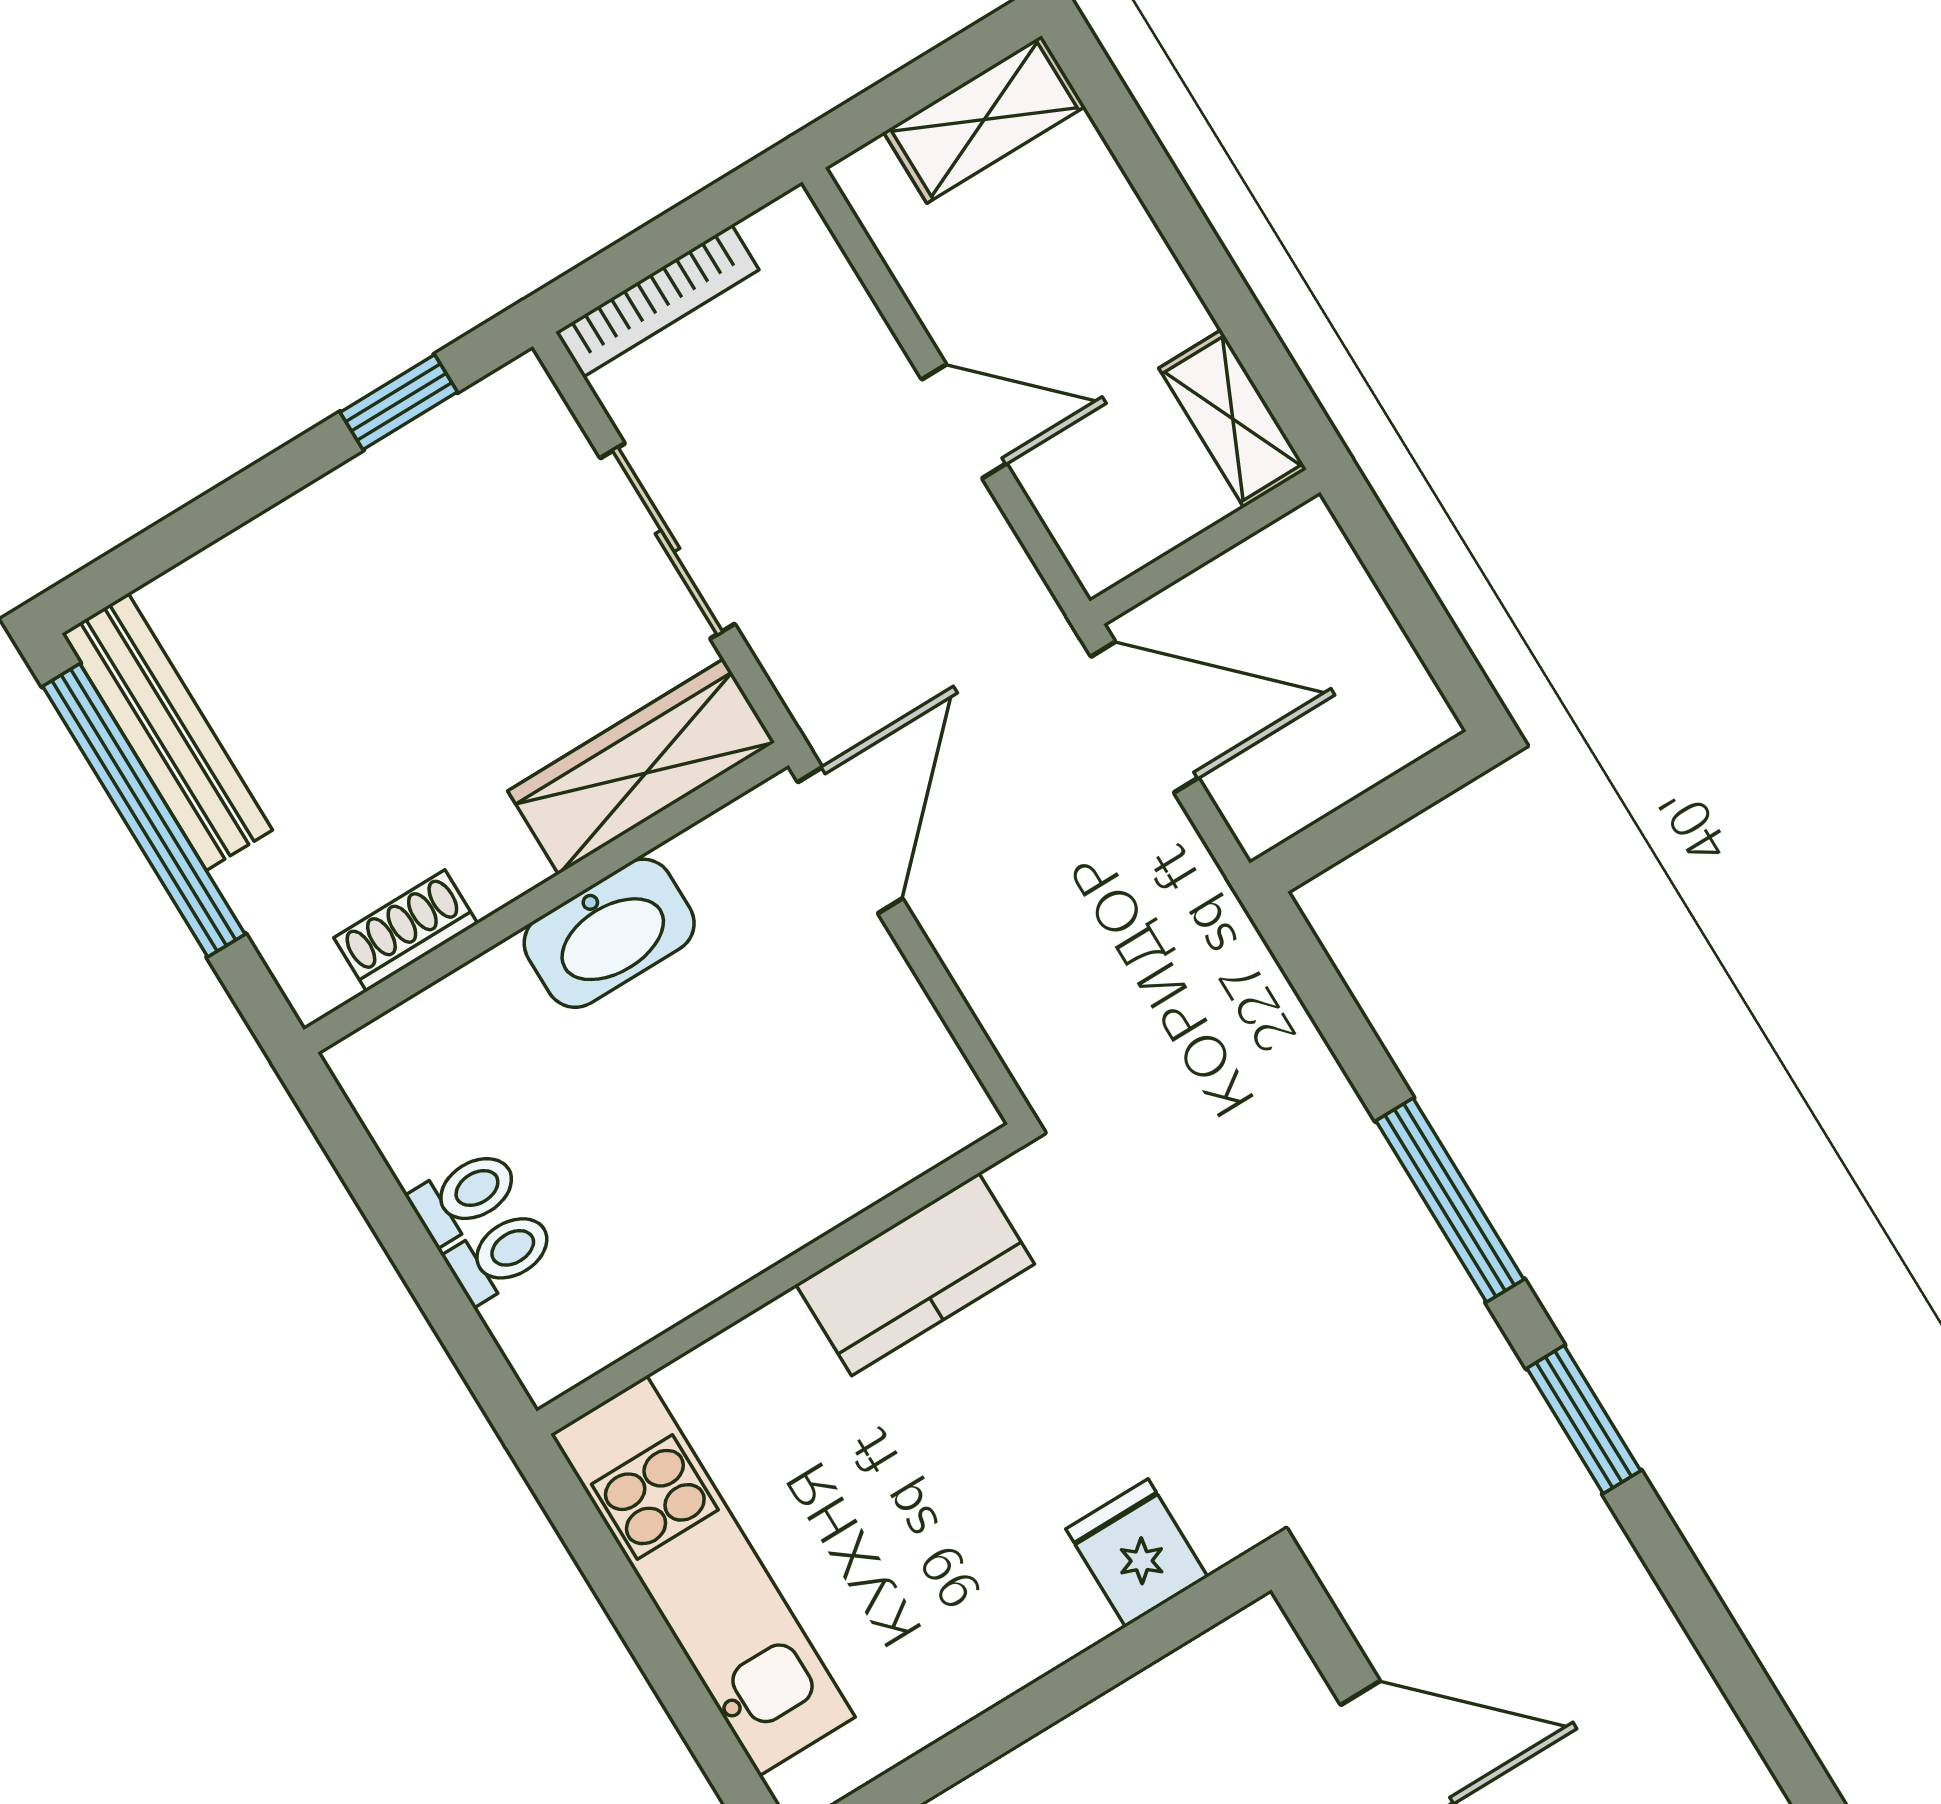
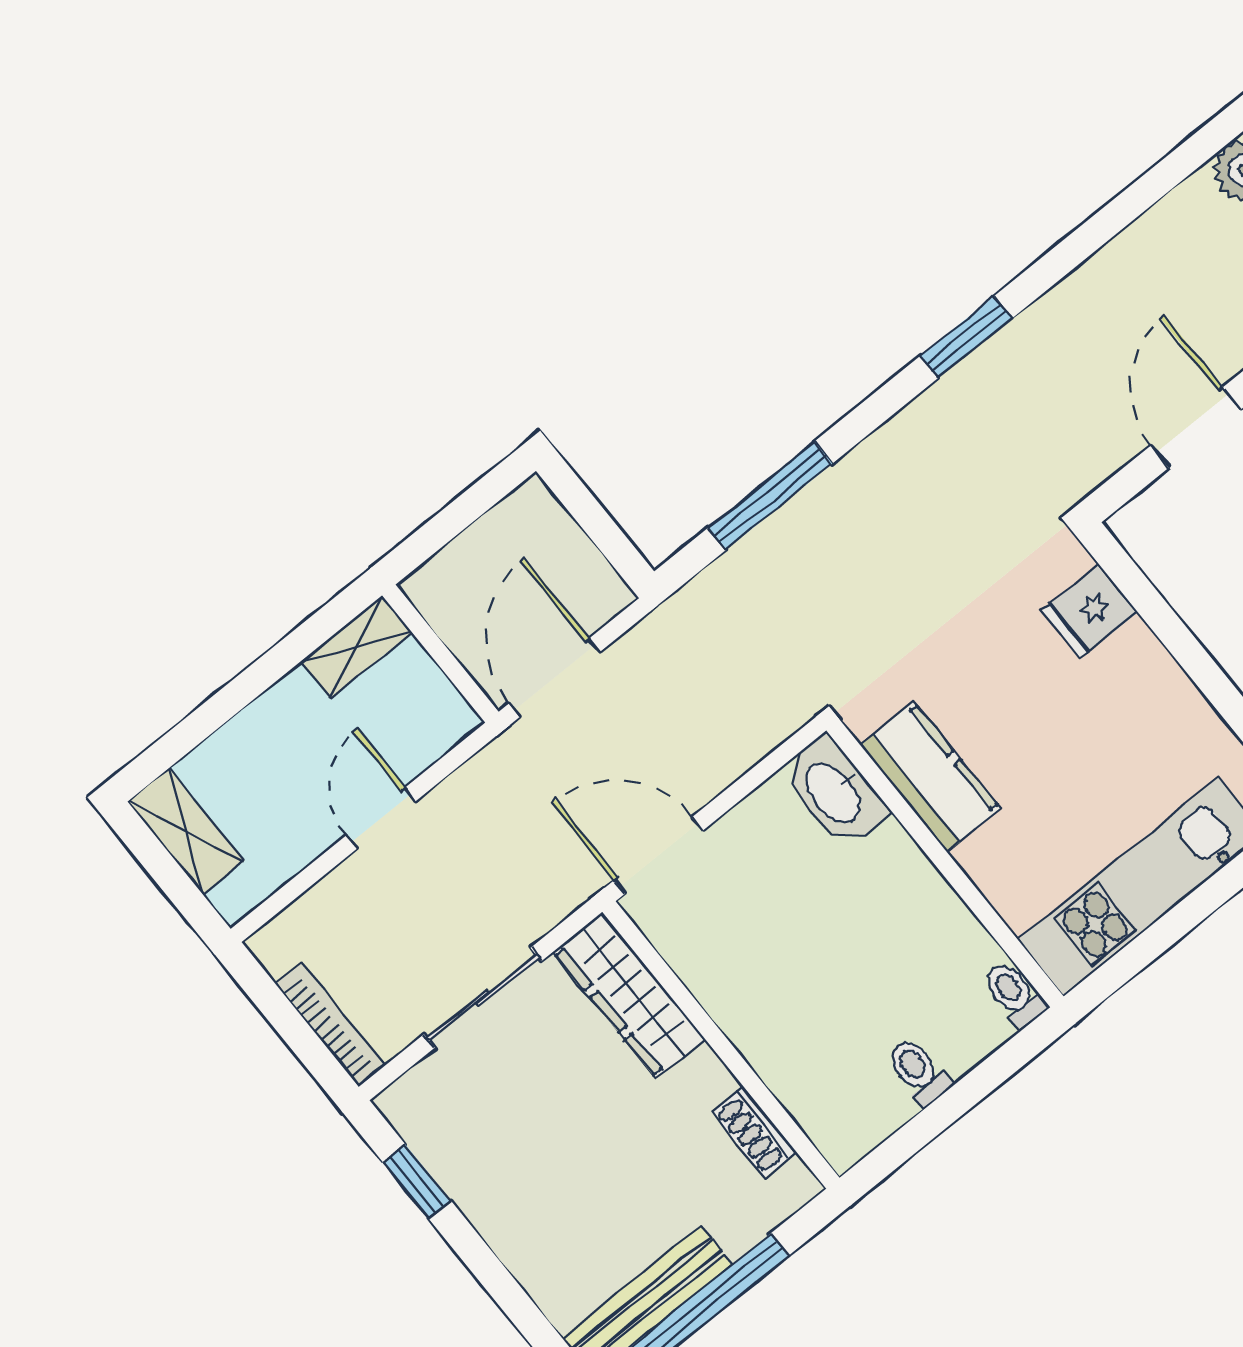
washbasin: (609, 933) -> (834, 792), moved, turned 180
window: (1450, 1200) -> (770, 496), moved
toilet: (501, 1255) -> (1014, 994), moved

